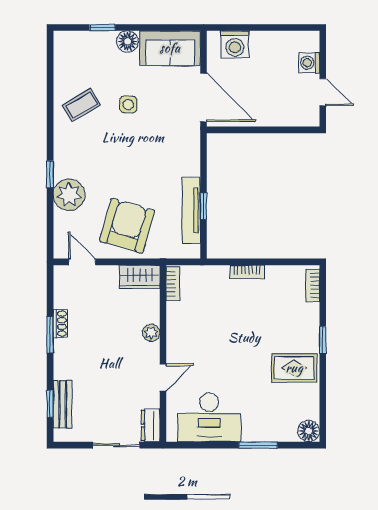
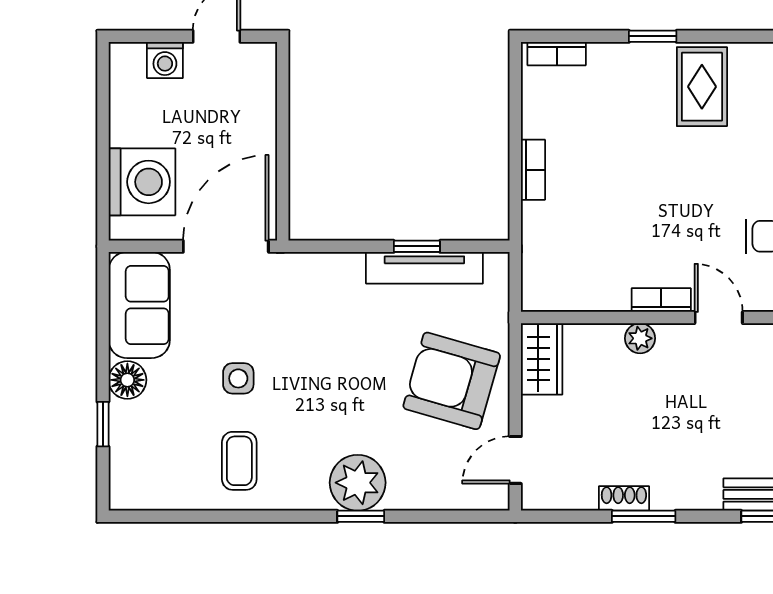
washing machine: (235, 45) -> (142, 182), width x1.37, depth x1.37
coffee table: (82, 105) -> (239, 461), turned 31
plant: (69, 195) -> (358, 483), moved
bookcase: (173, 284) -> (661, 300), moved

